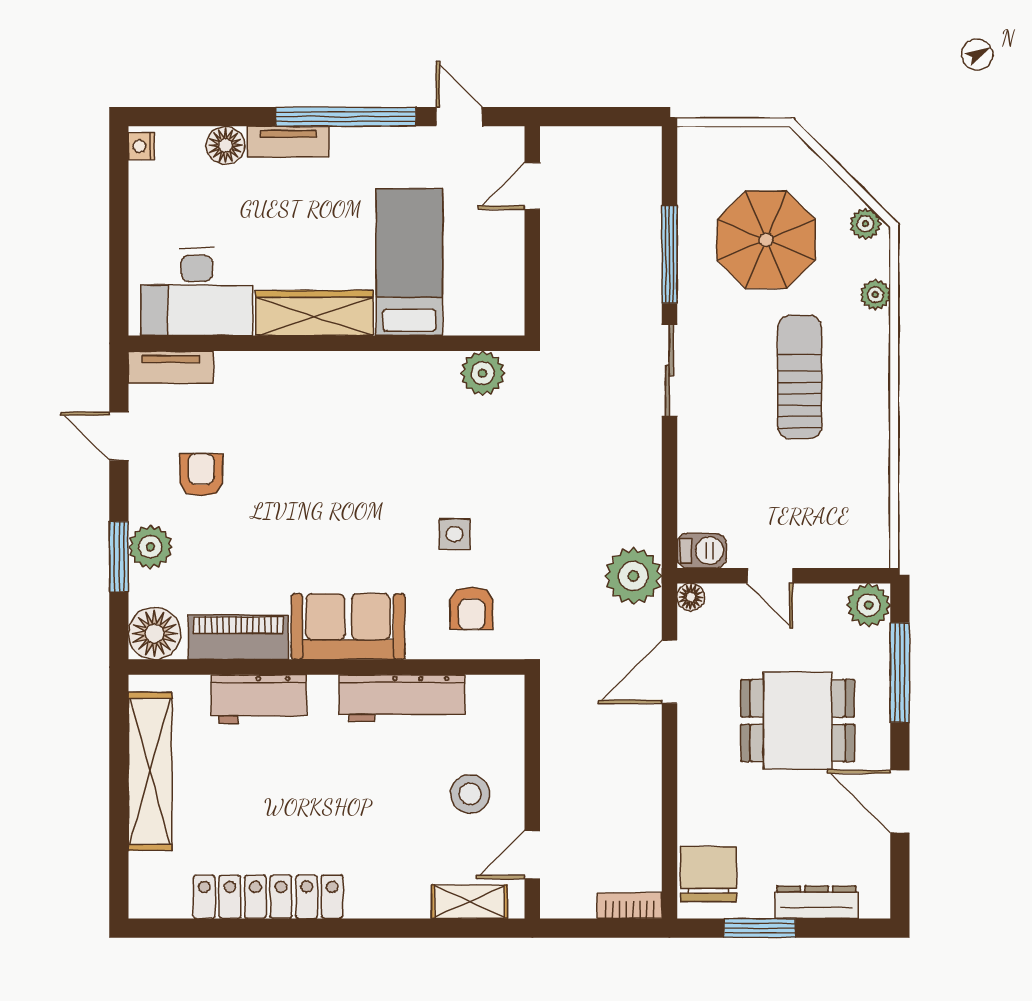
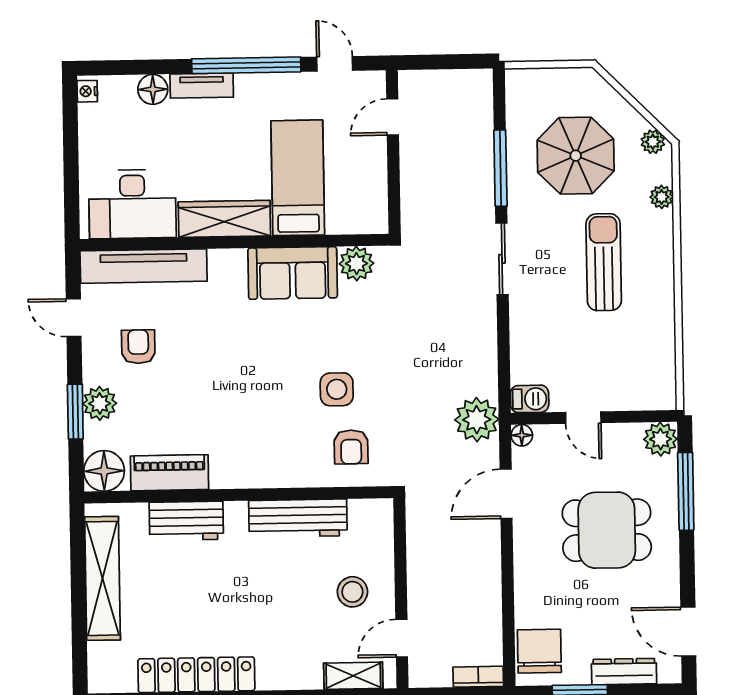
tv unit: (171, 367) -> (144, 266), width x1.92, depth x1.29
side table: (455, 534) -> (337, 389), width x1.37, depth x1.37
sofa: (348, 627) -> (293, 273), moved, turned 180
door: (900, 802) -> (688, 631), moved

